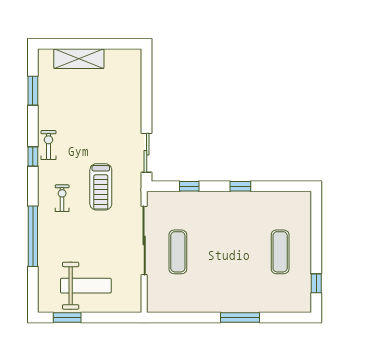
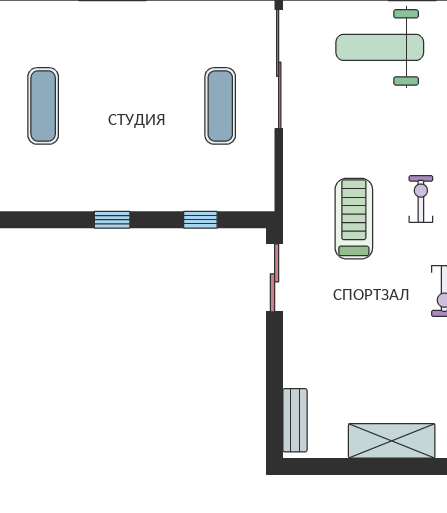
bench: (135, 71) -> (295, 420), added
exercise bike: (62, 198) -> (421, 199), turned 180
sliding door: (144, 240) -> (279, 69), moved

